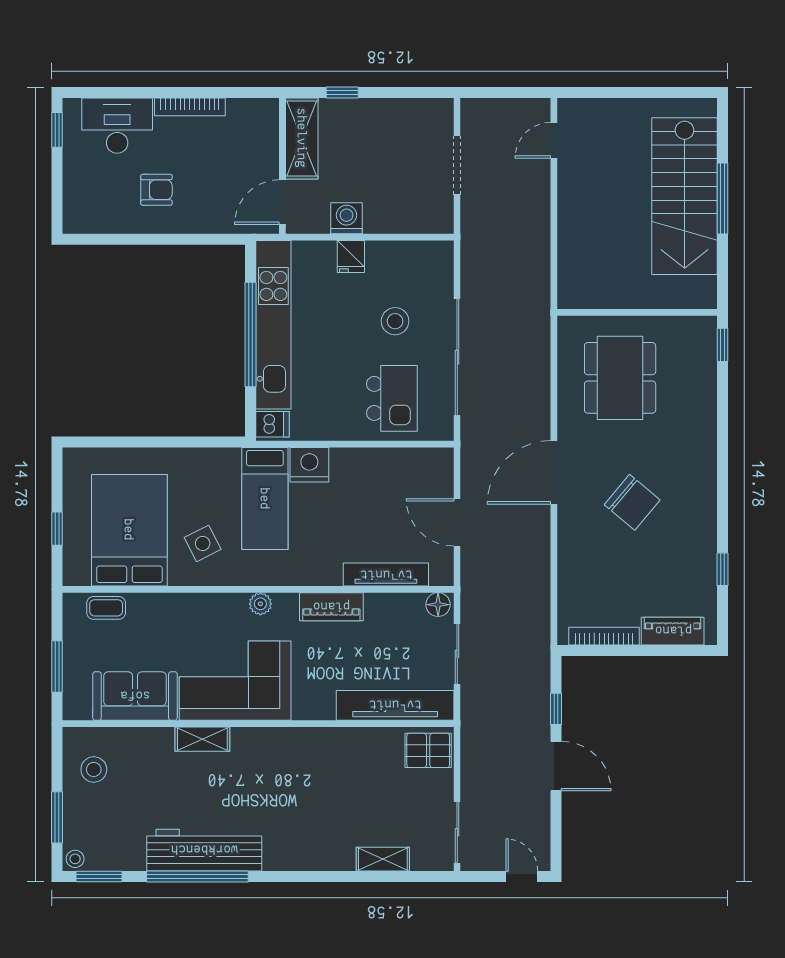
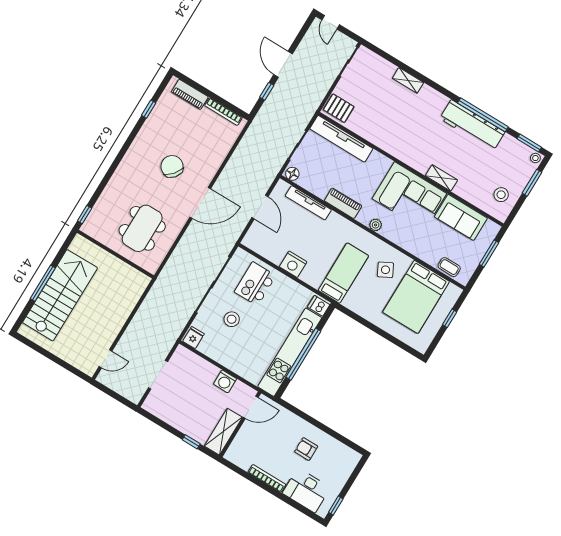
fridge: (351, 256) -> (193, 338), moved
nightstand: (309, 465) -> (293, 264), moved
shelving: (383, 859) -> (408, 80), moved

